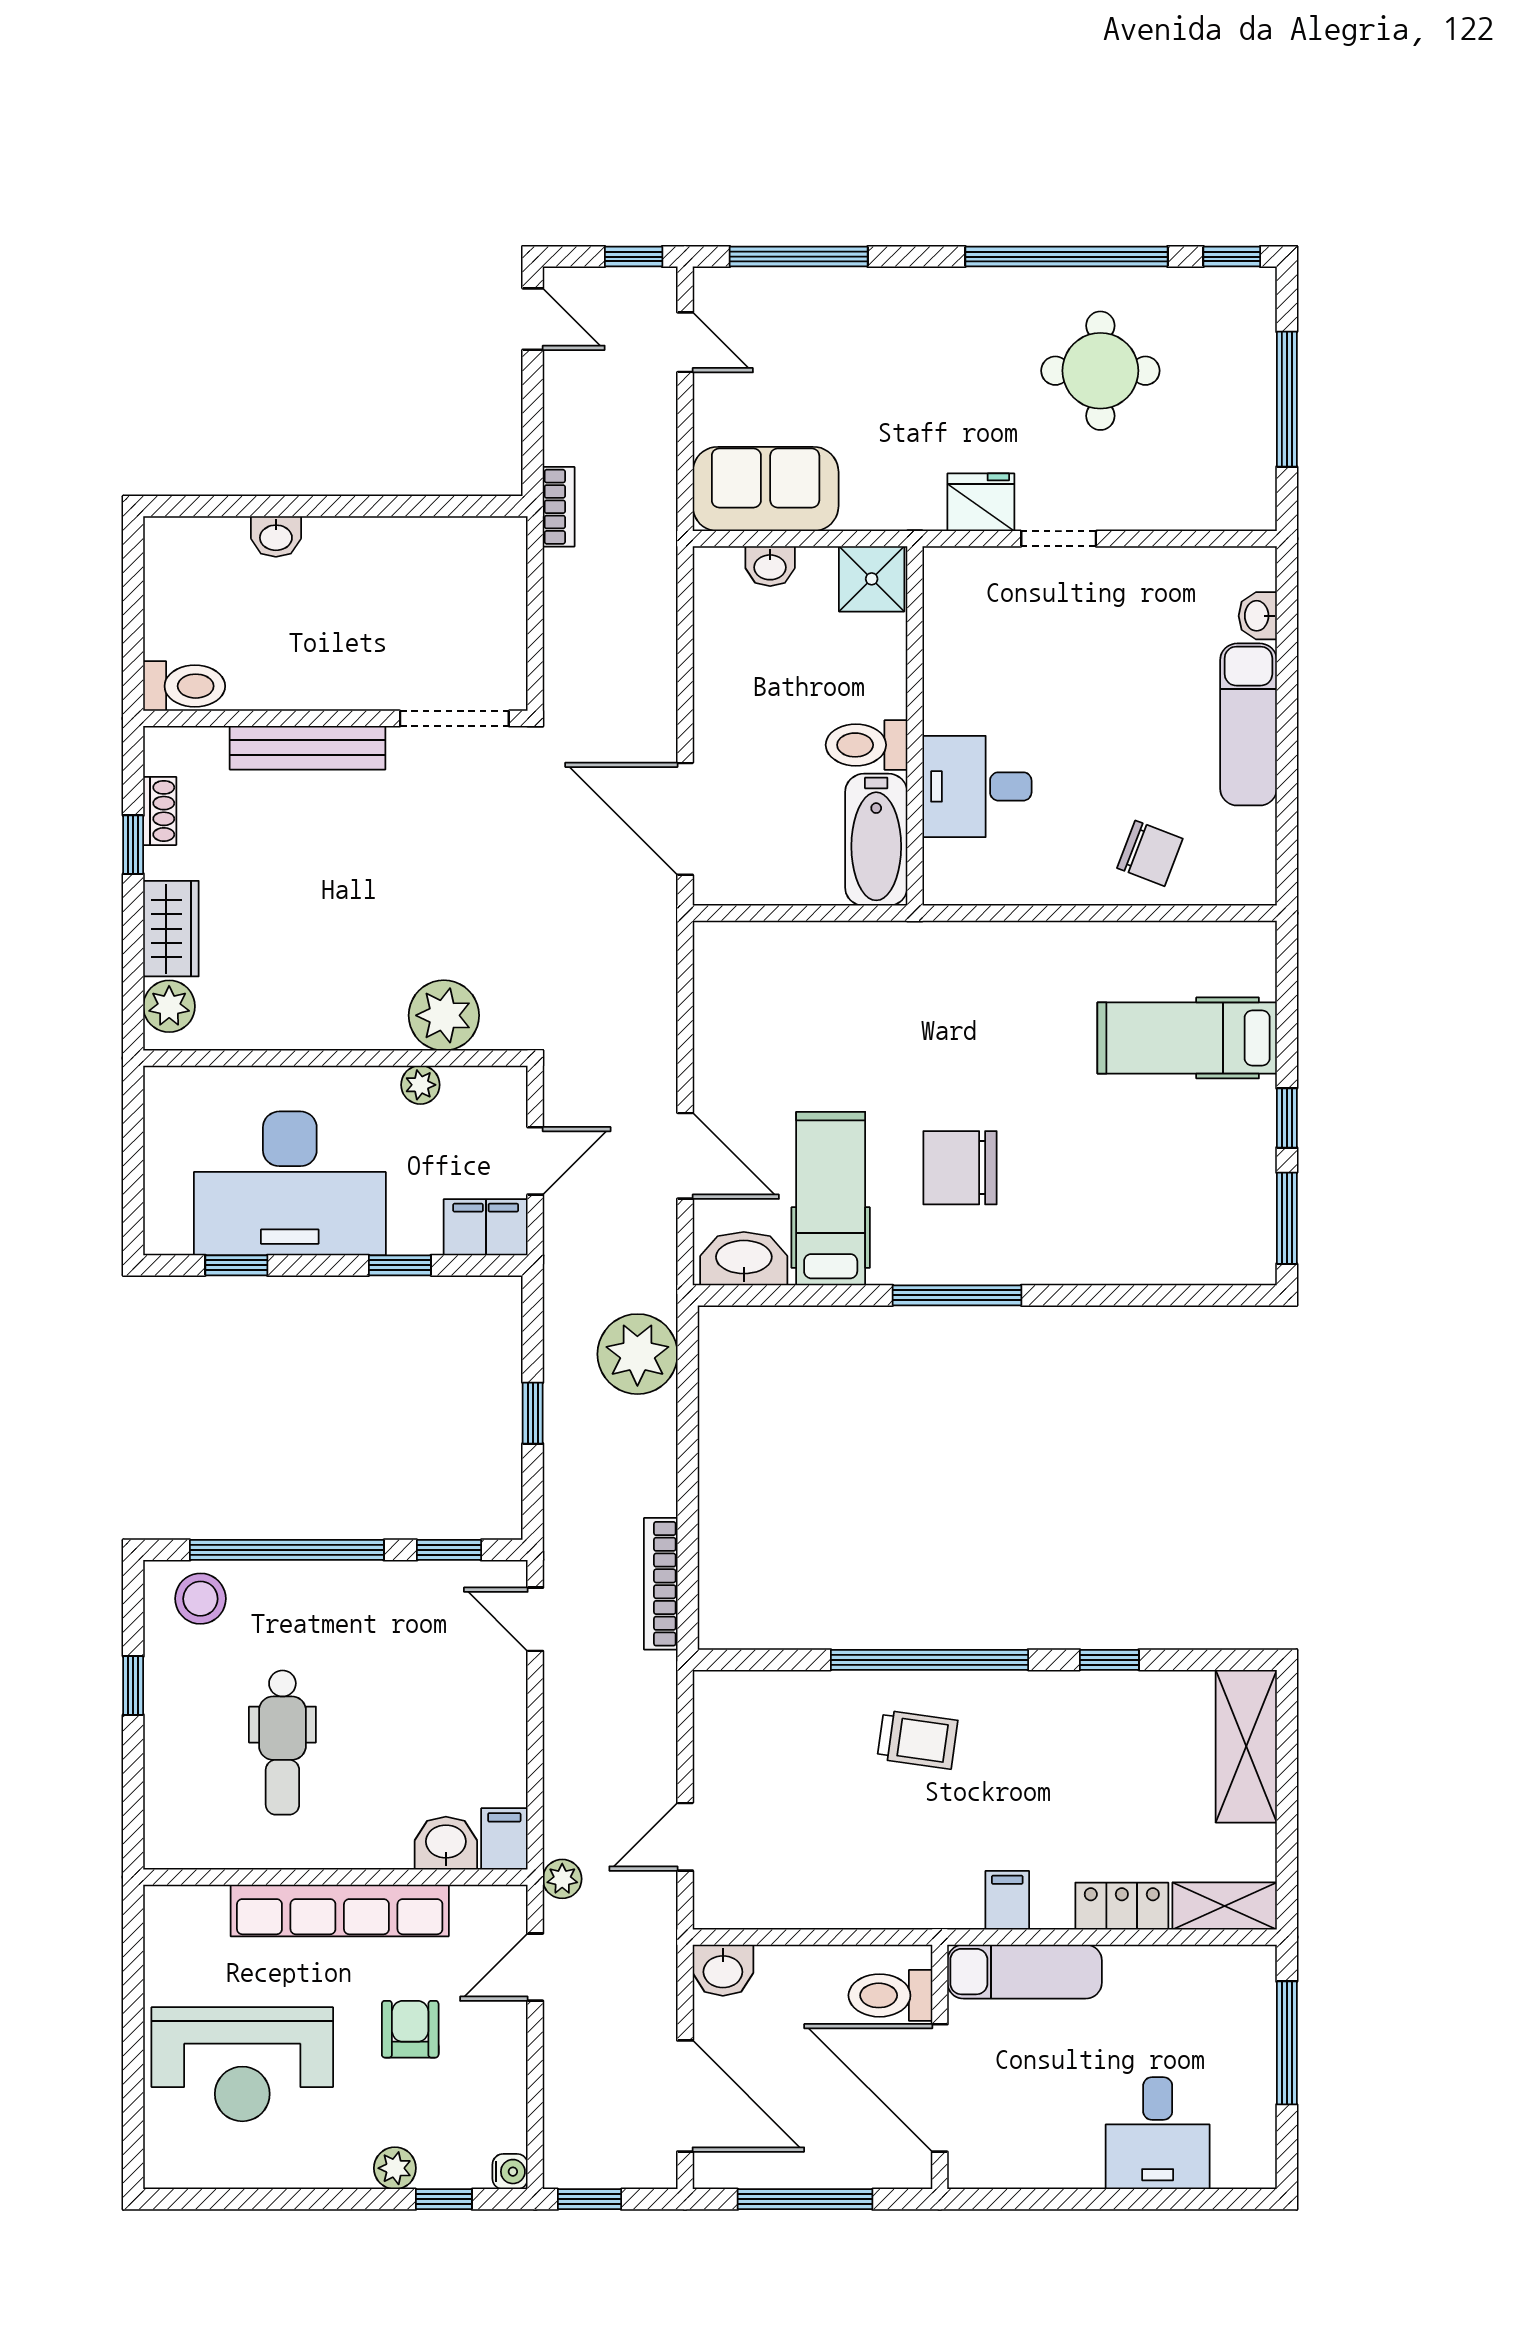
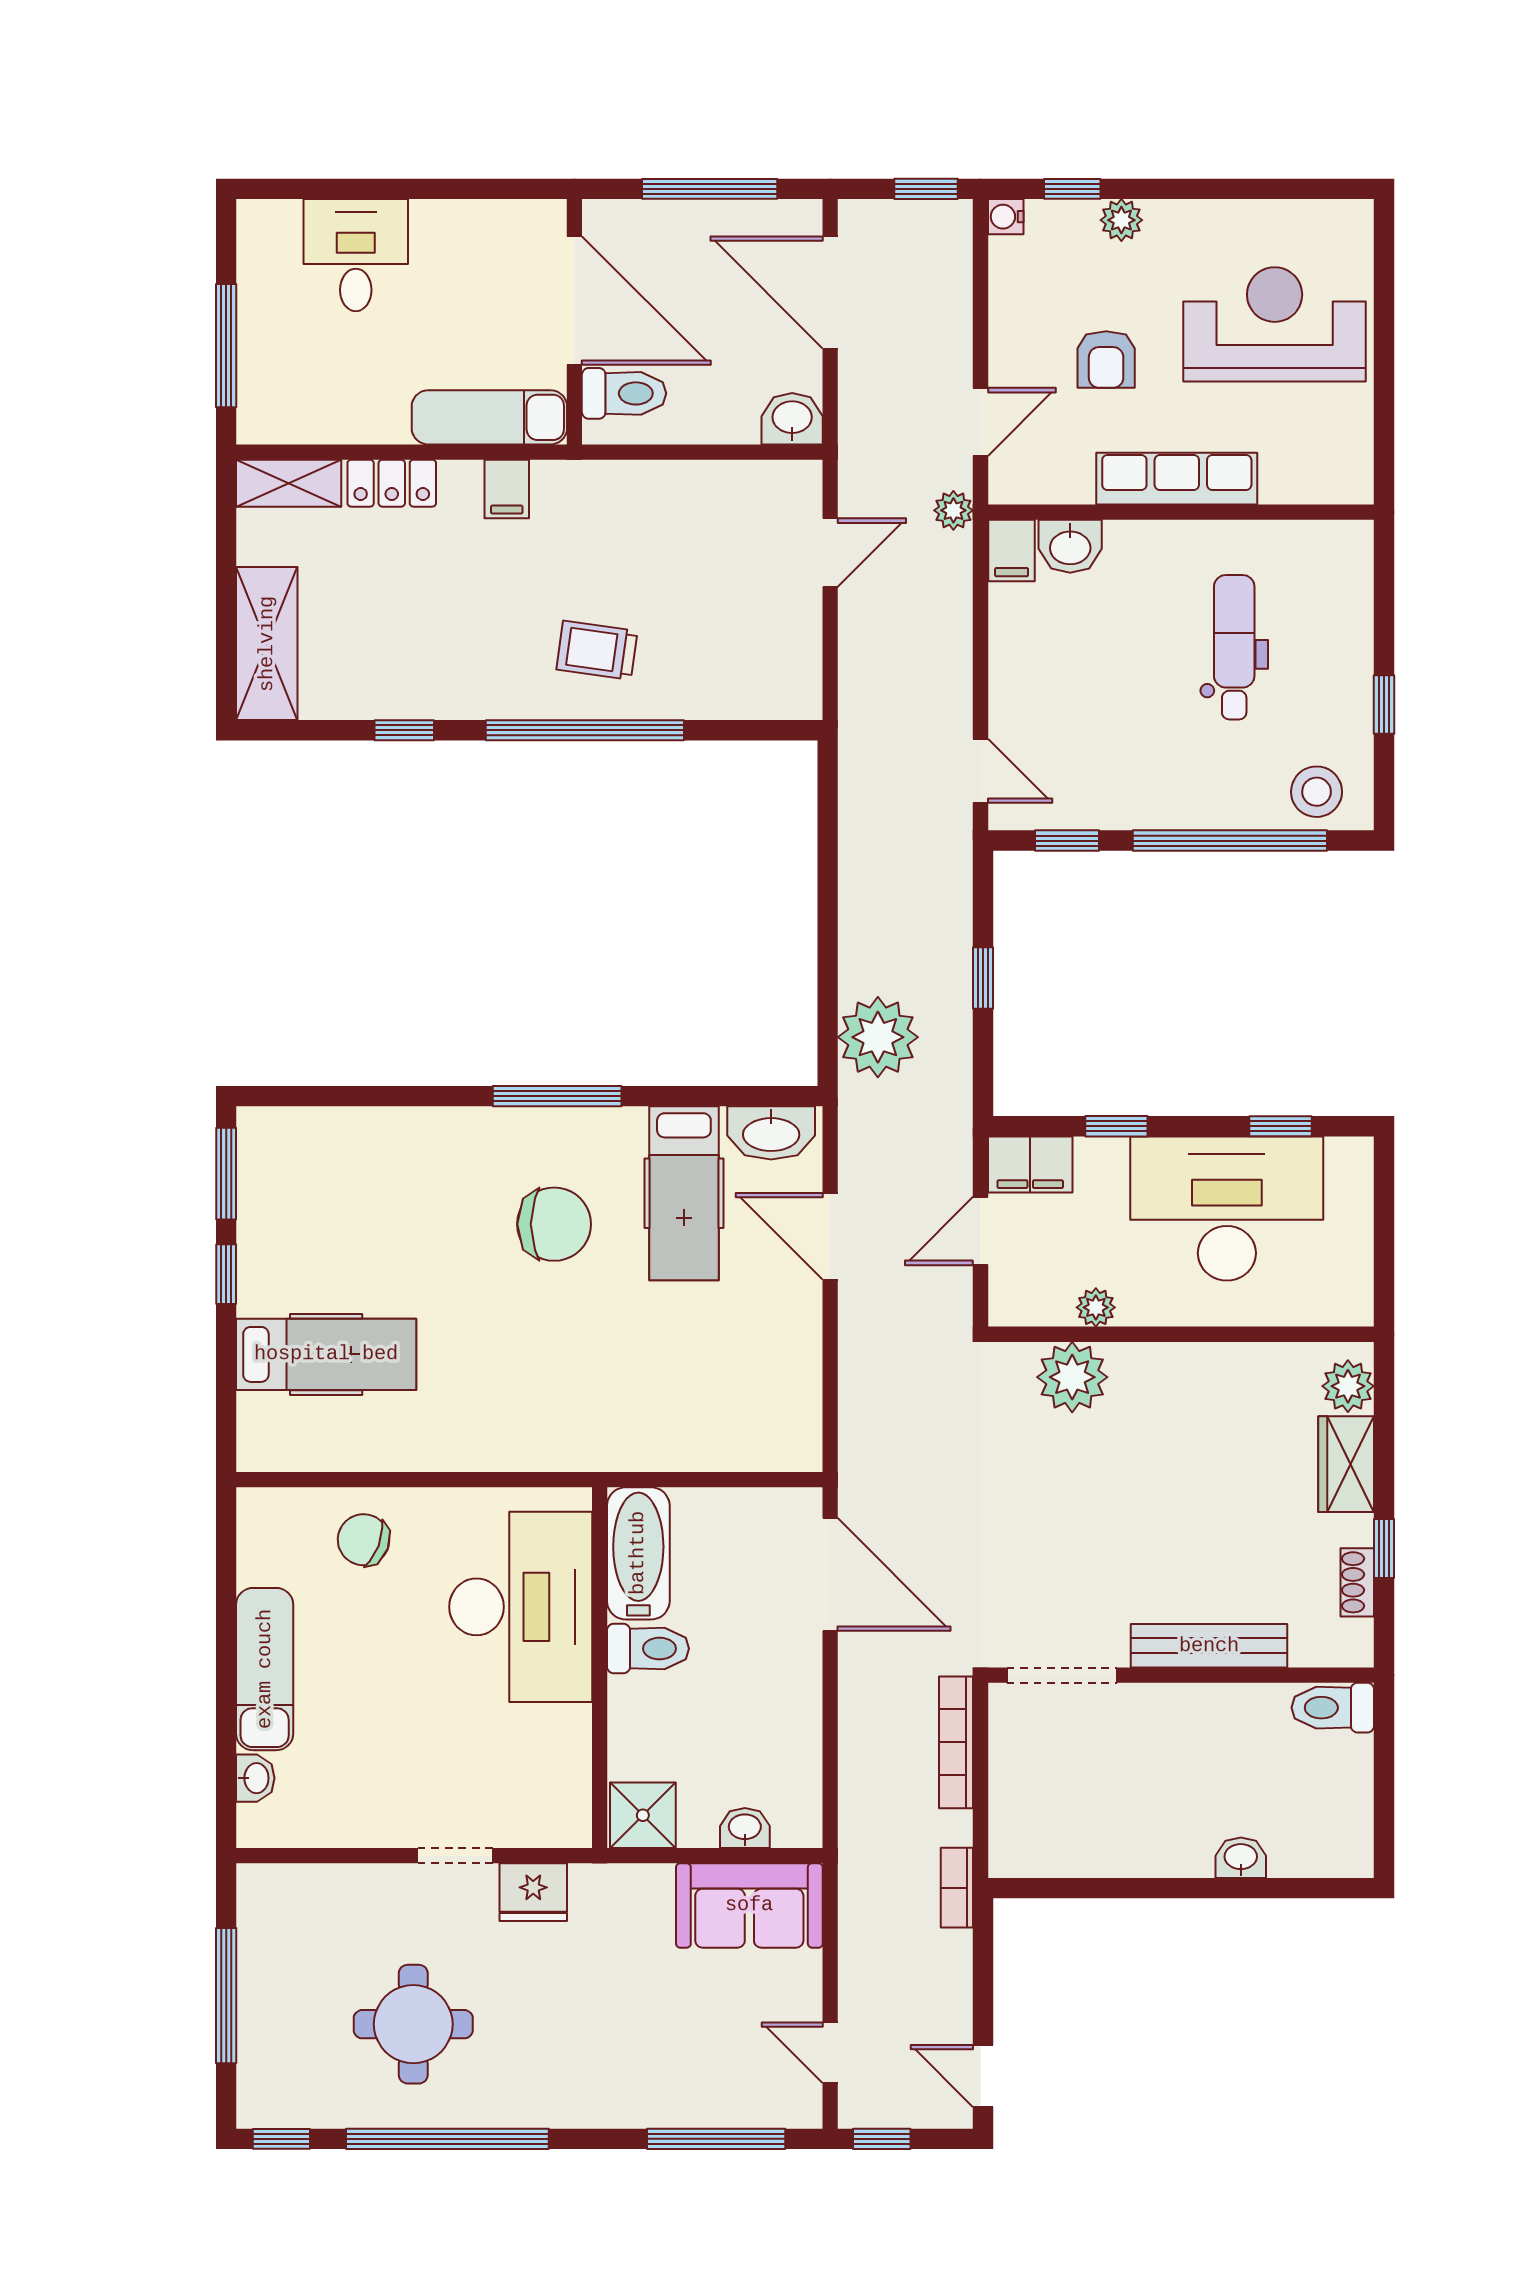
desk: (977, 786) -> (521, 1607), width x1.87, depth x1.30
bookcase: (661, 1584) -> (956, 1742), moved, turned 180
row of seats: (340, 1910) -> (1177, 479), width x0.73

